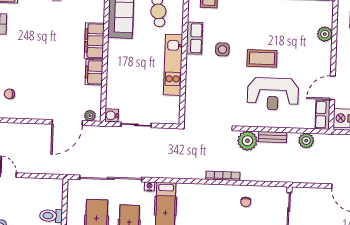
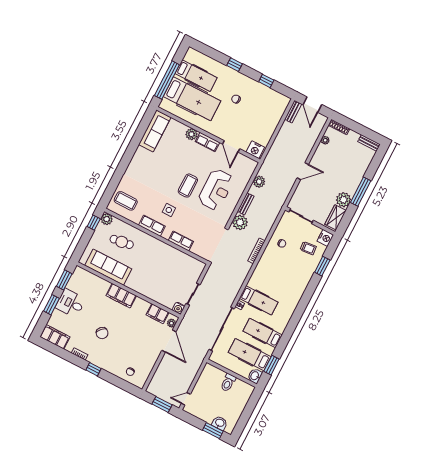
chair: (39, 39) -> (102, 333), added
kitchen unit: (173, 65) -> (163, 249), removed
filing cabinet: (94, 72) -> (158, 314), moved
row of seats: (192, 81) -> (181, 241), added
row of seats: (323, 115) -> (208, 142), moved

